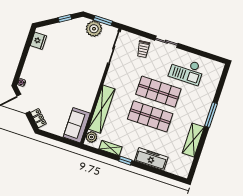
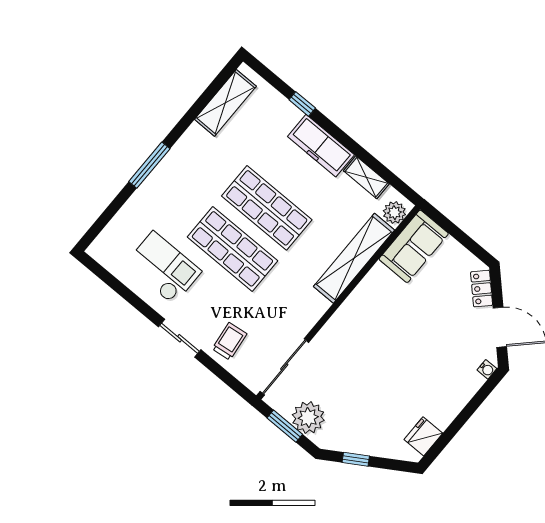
shelving: (193, 140) -> (225, 103), moved
freezer: (151, 159) -> (321, 146), moved
window: (125, 161) -> (302, 104), moved

